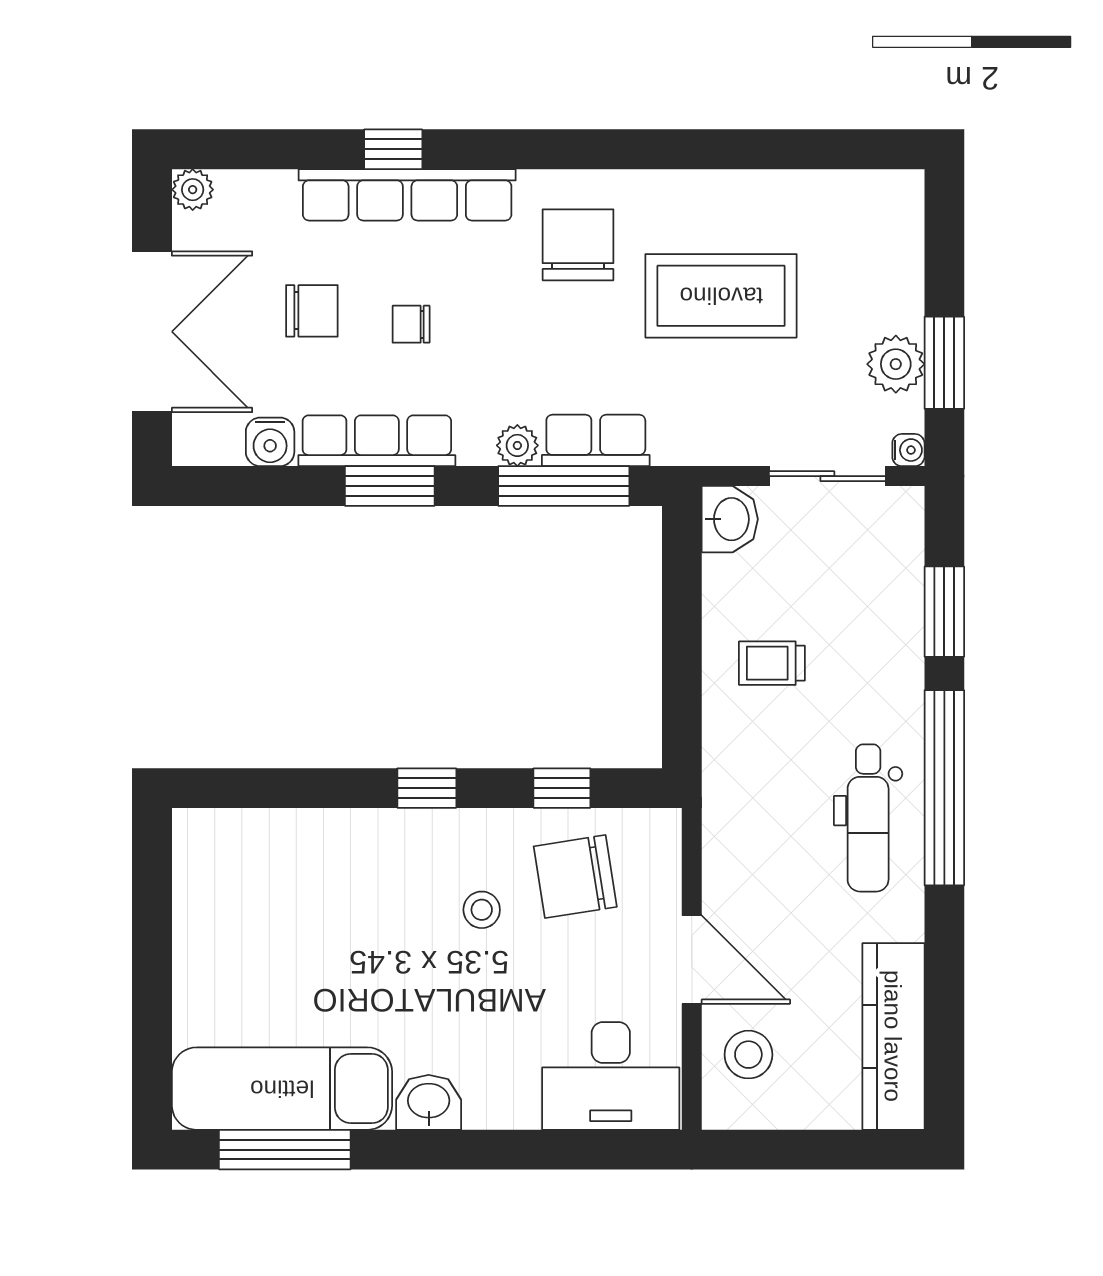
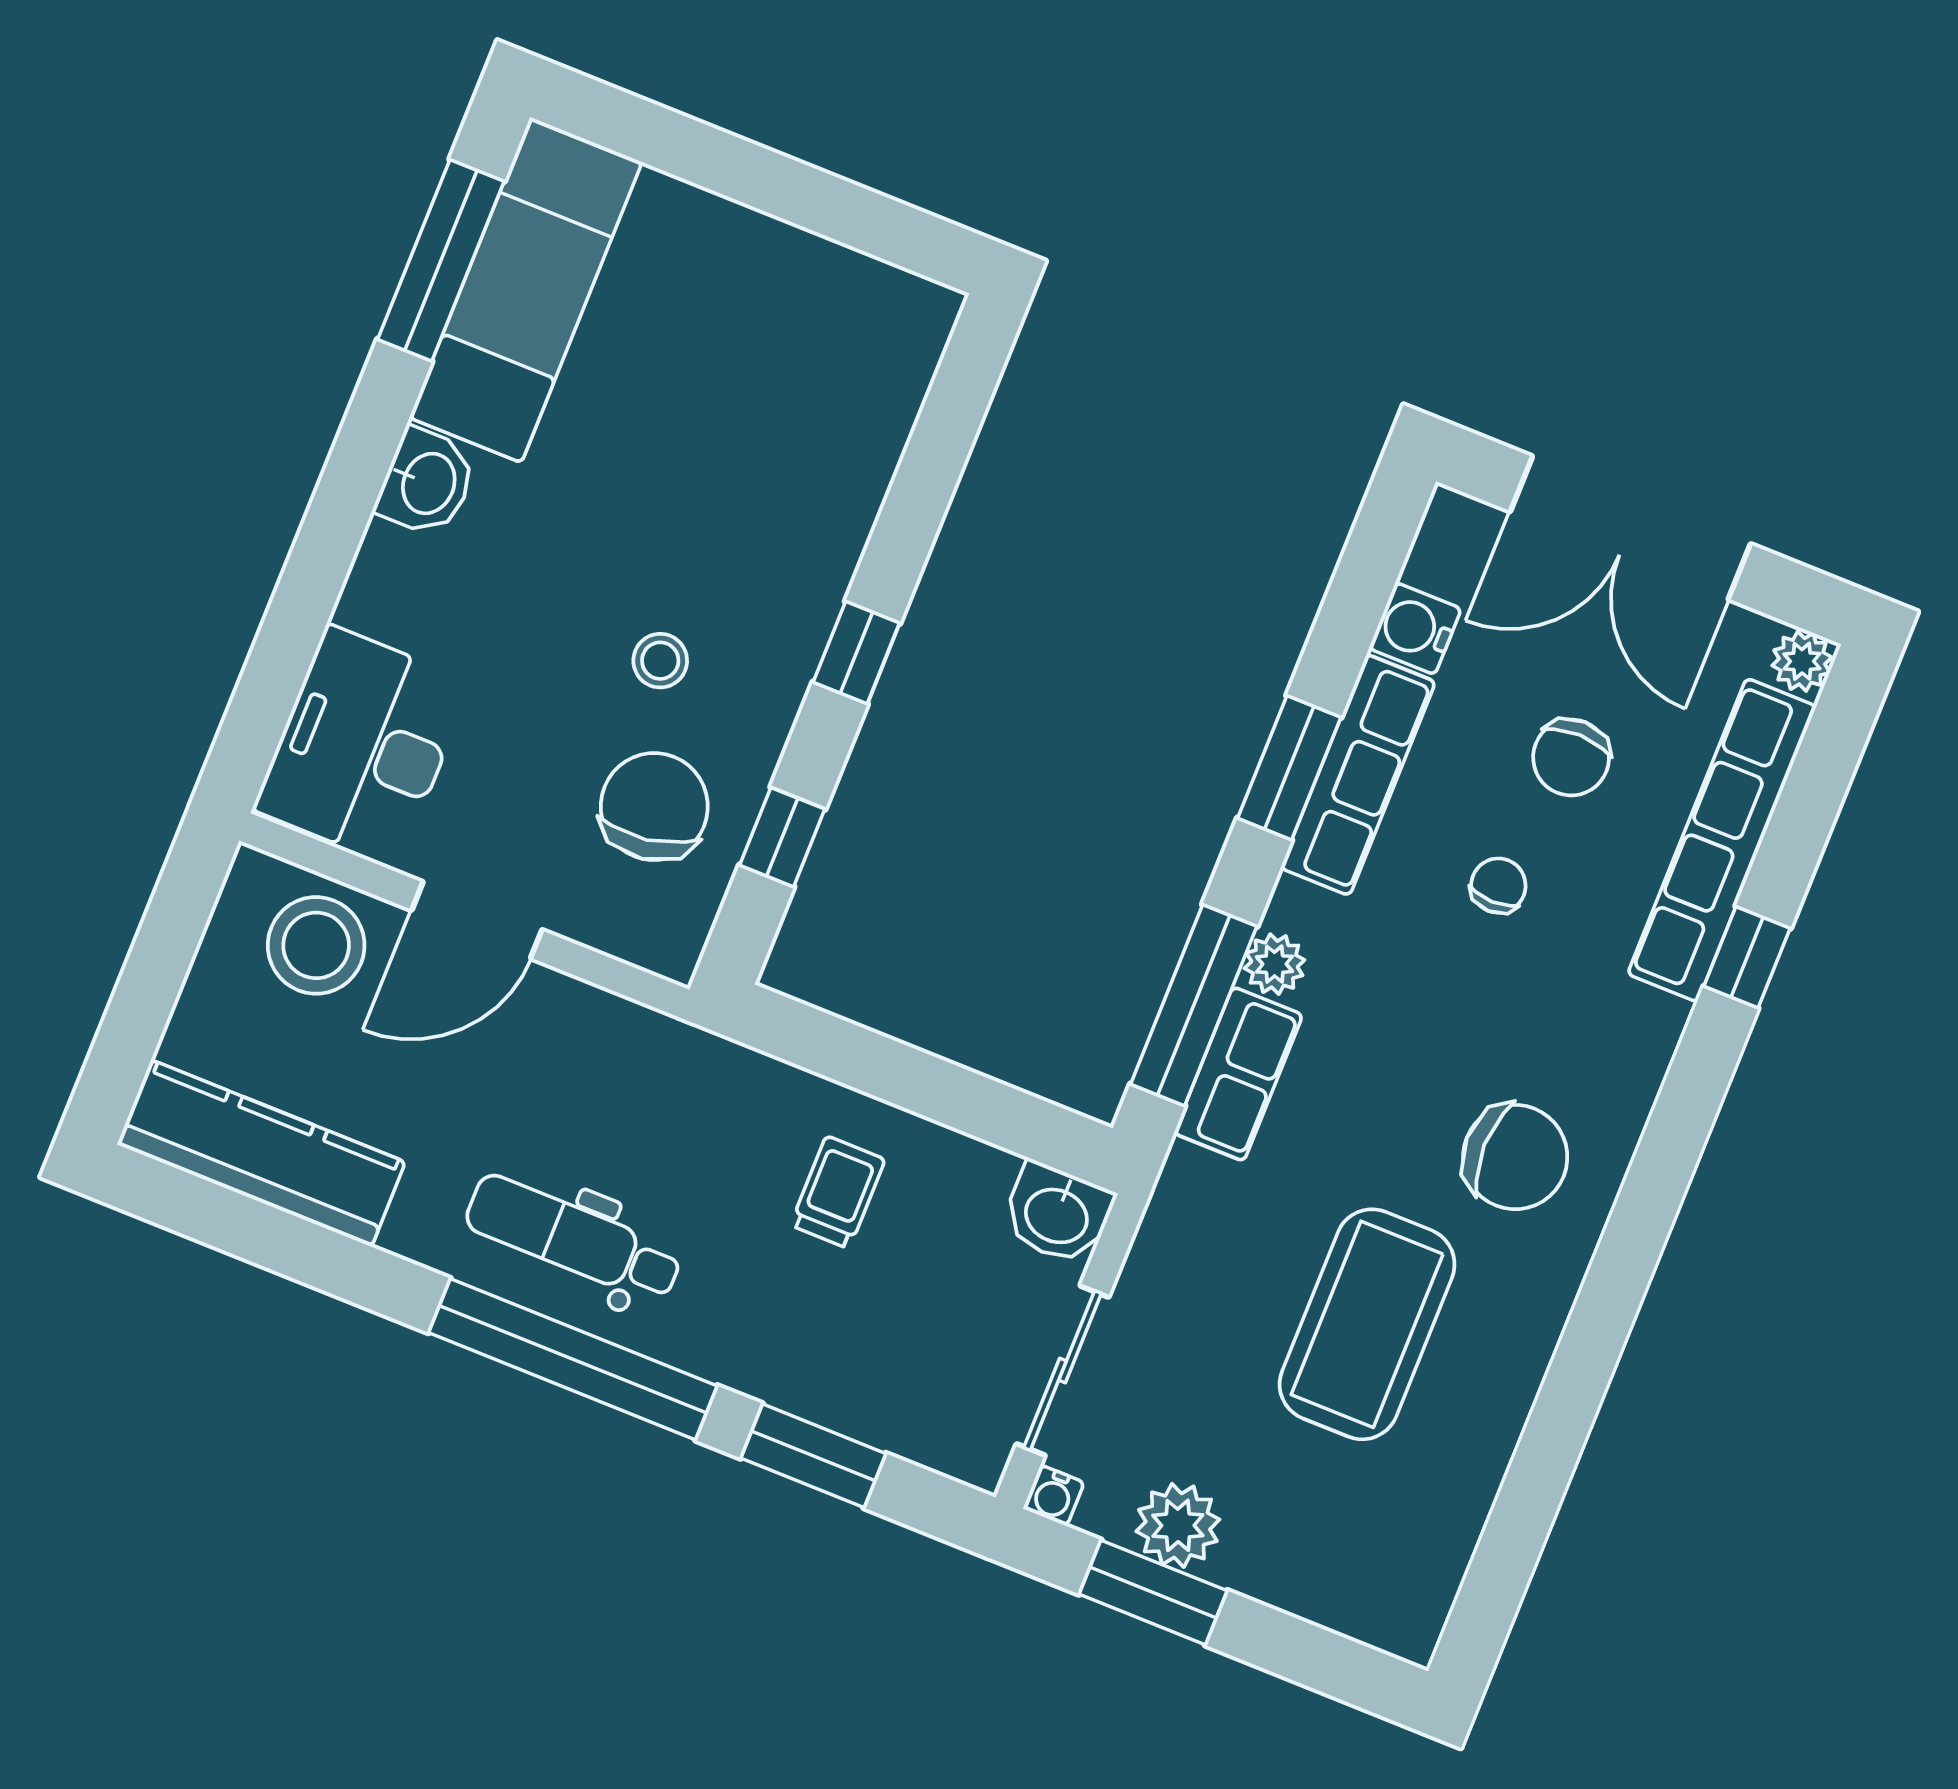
row of seats: (407, 195) -> (1722, 840), moved
stool: (748, 1055) -> (316, 945), width x1.38, depth x1.38

